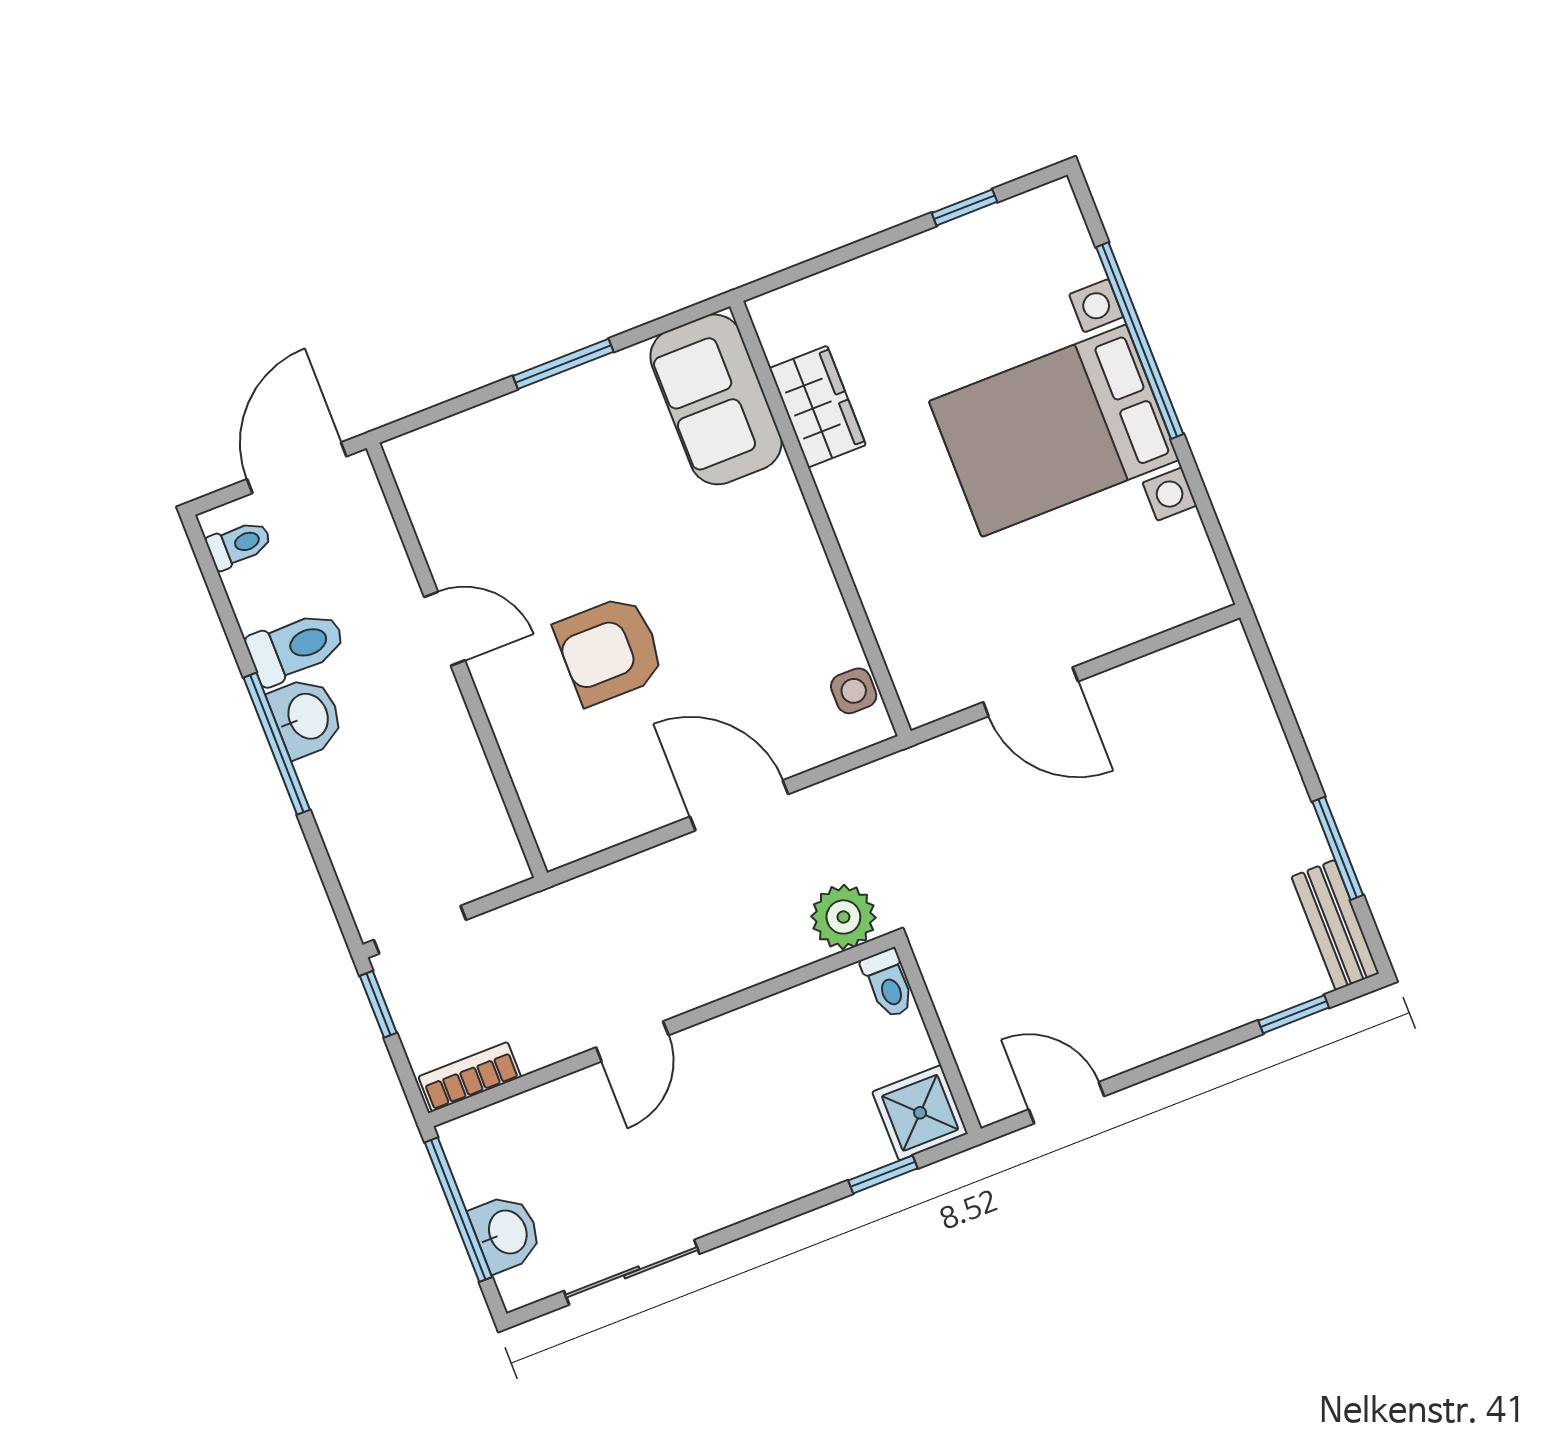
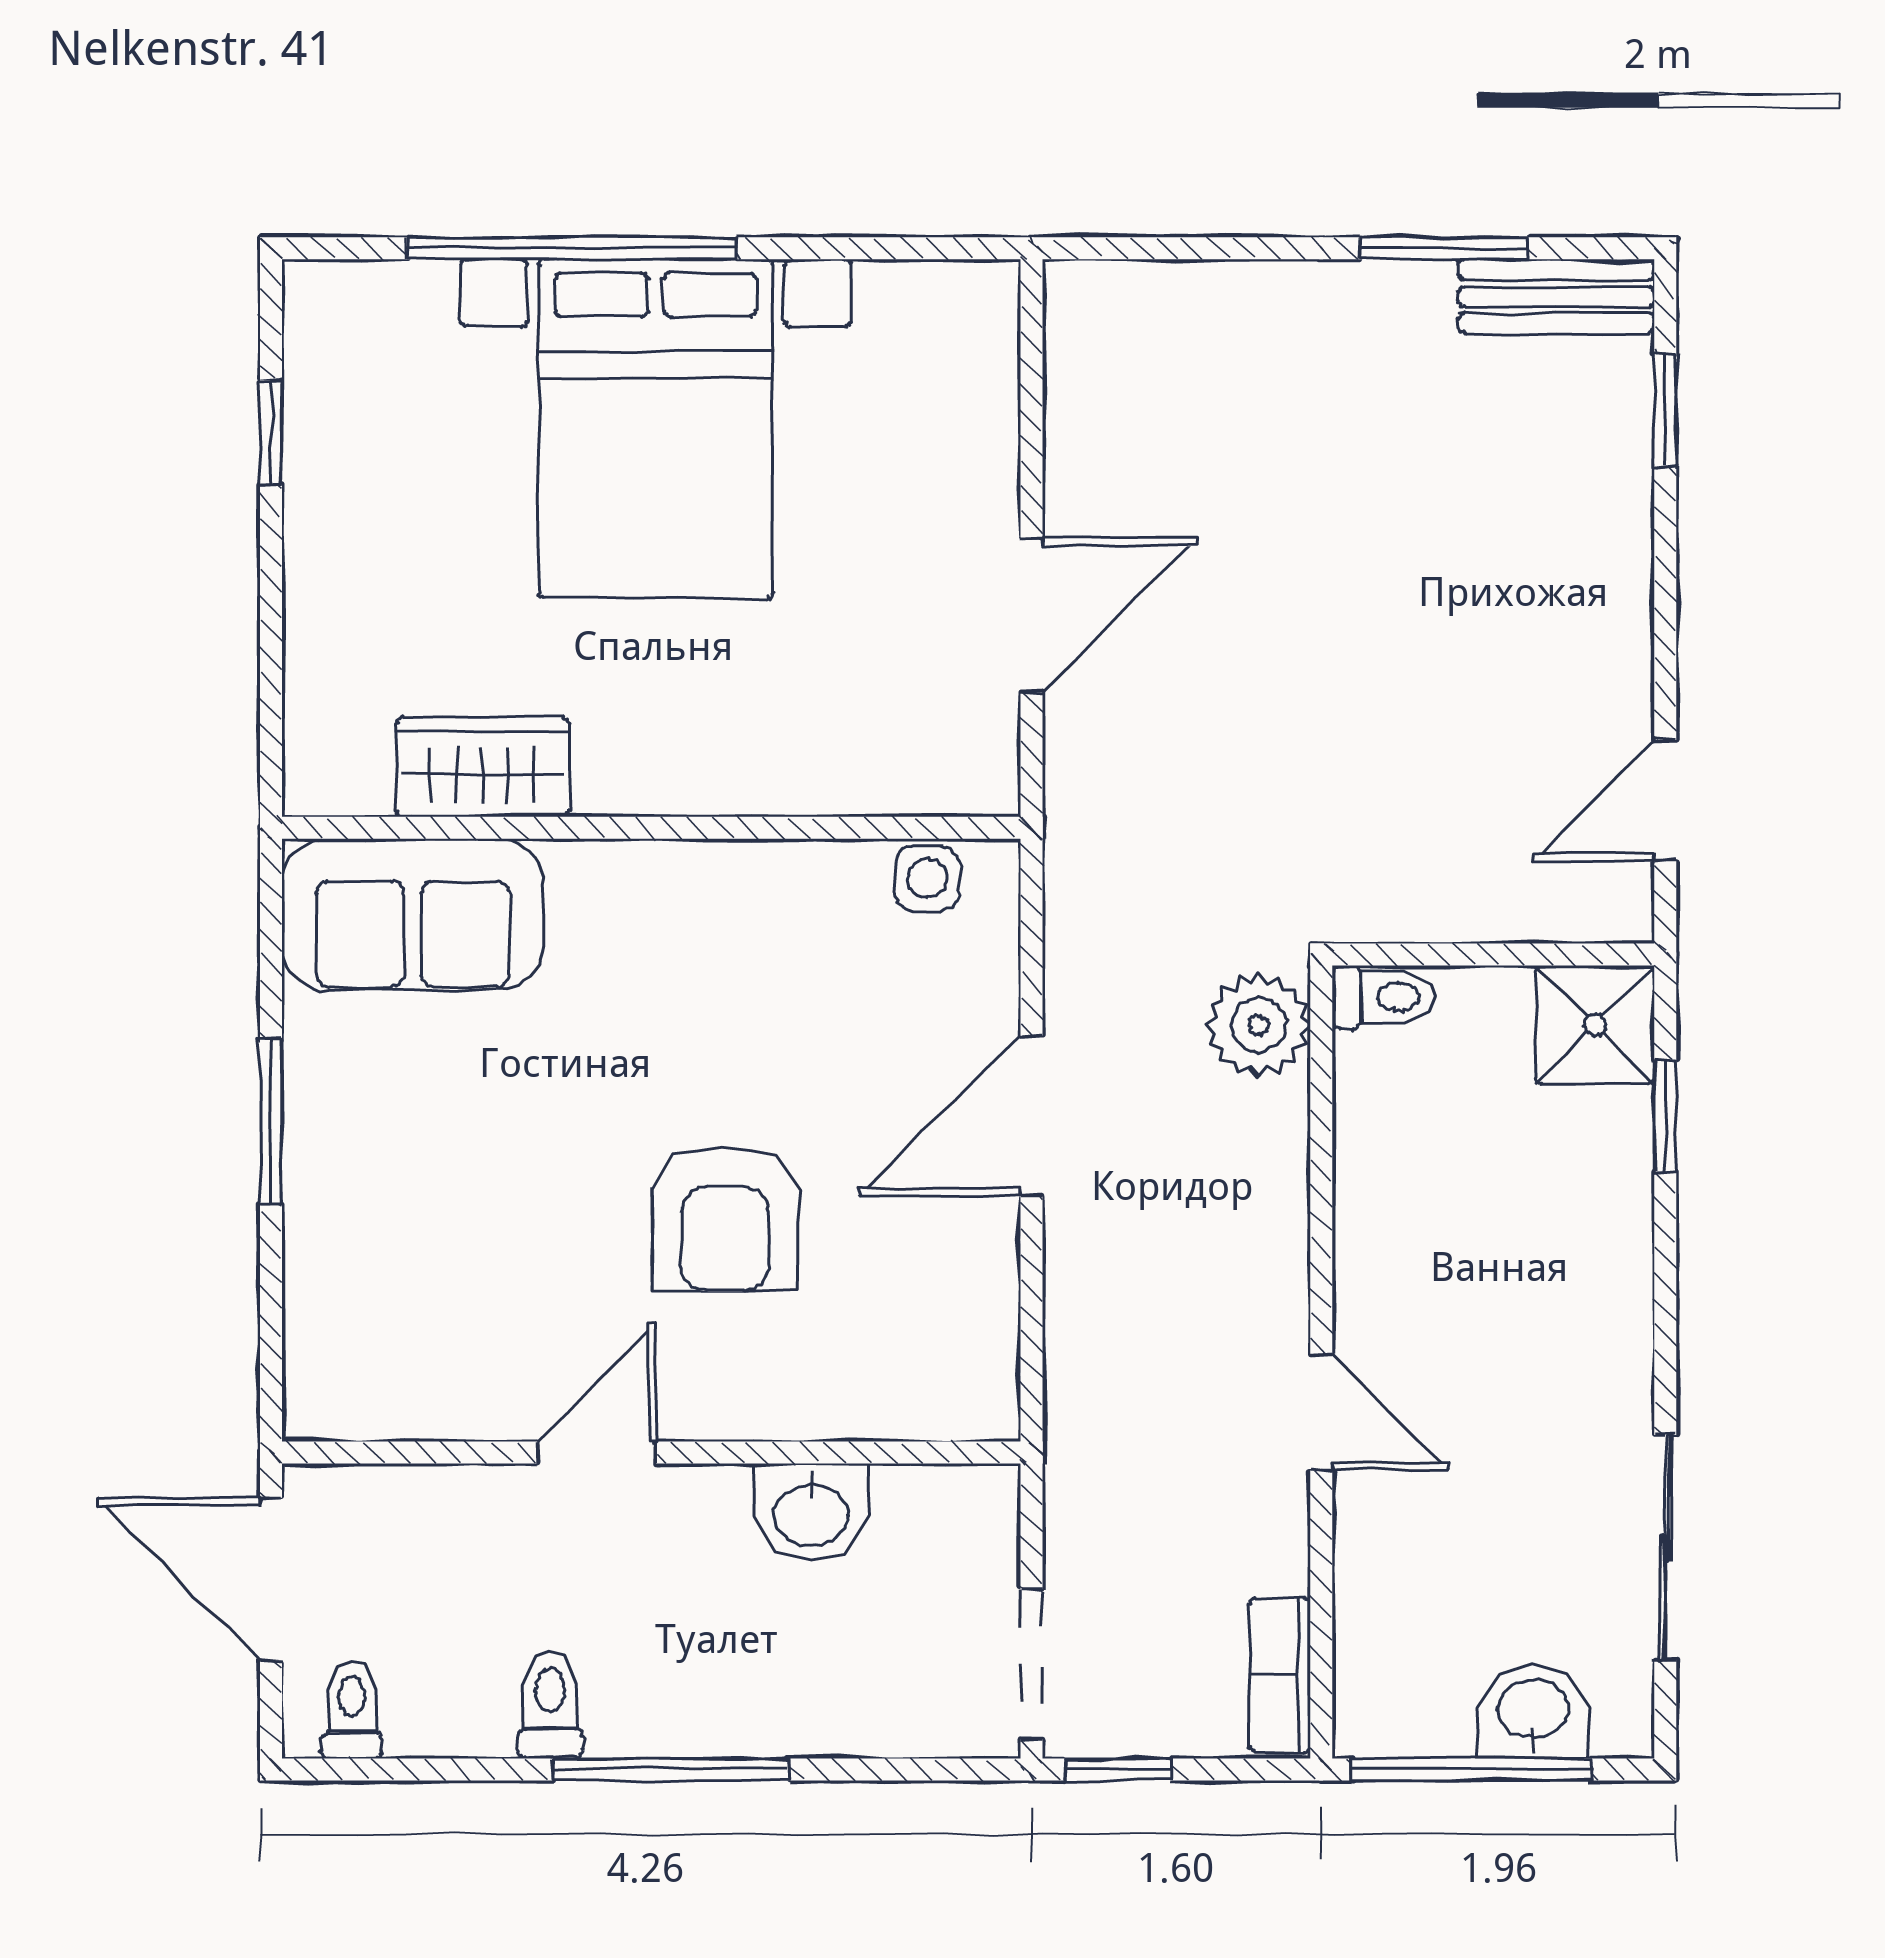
toilet: (296, 647) -> (550, 1705), width x0.73, depth x0.72
washbasin: (306, 717) -> (811, 1512), moved, turned 180

